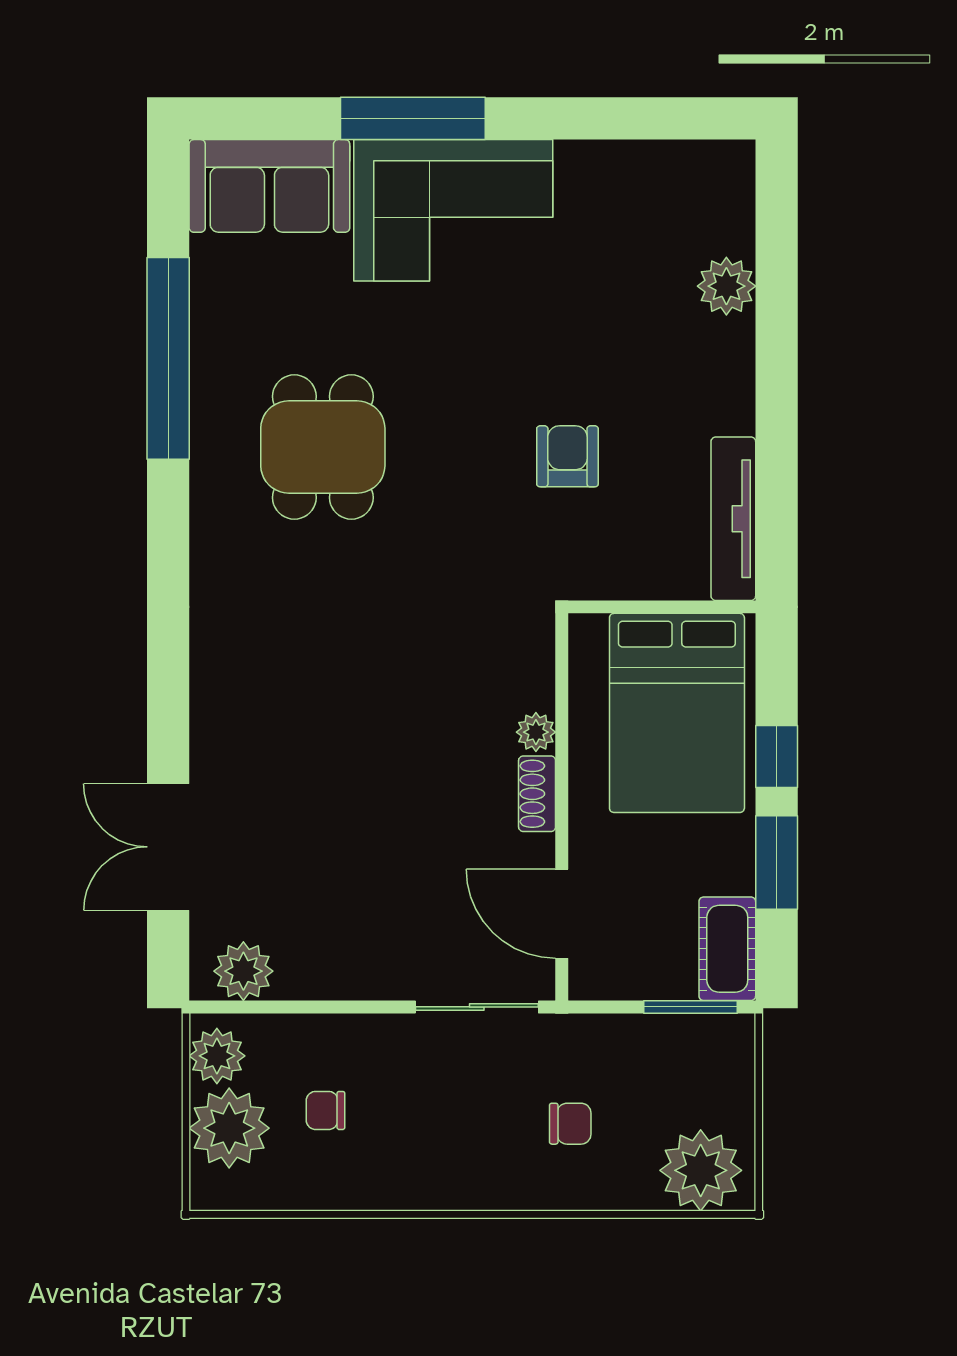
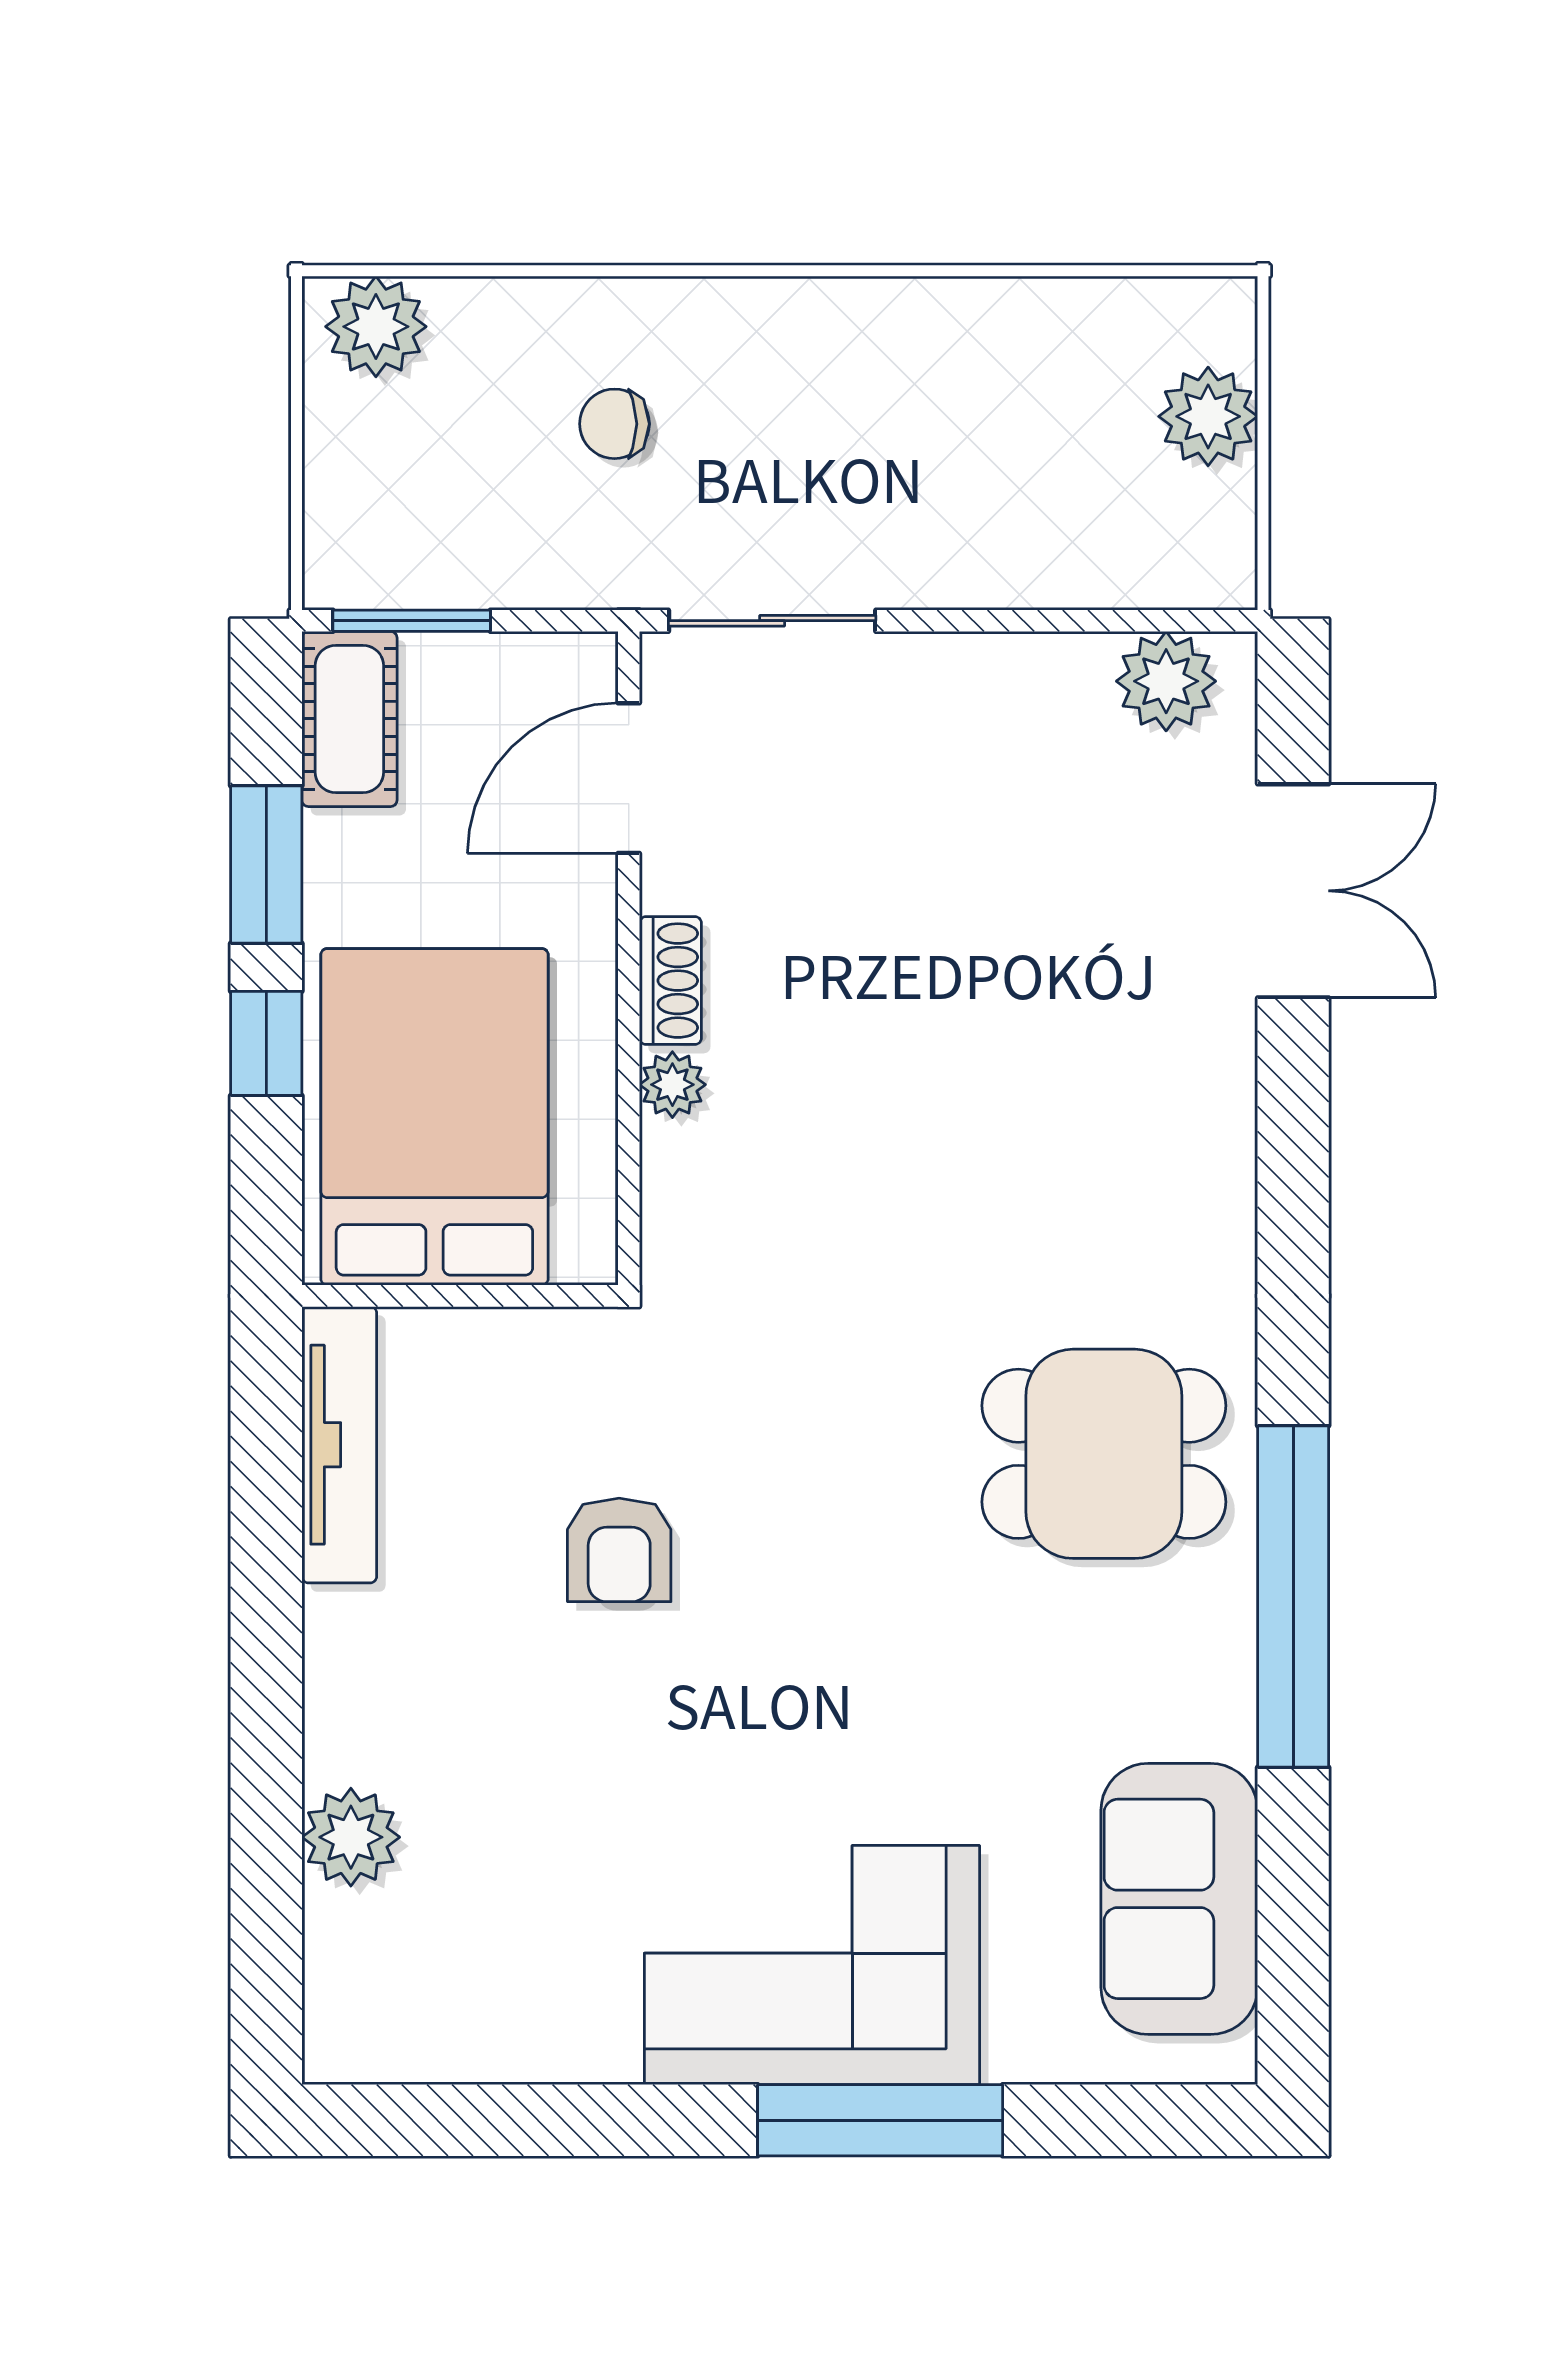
sofa: (269, 186) -> (1179, 1899), moved, turned -90
window: (168, 358) -> (1293, 1597), moved
dining table: (323, 447) -> (1104, 1454), moved, turned 90
door: (562, 914) -> (629, 778), swing flipped
plant: (217, 1056) -> (1211, 538), removed
chair: (326, 1110) -> (1027, 446), removed
plant: (229, 1128) -> (1208, 416), width x0.73, depth x0.73
plant: (701, 1170) -> (376, 327), width x0.73, depth x0.73

